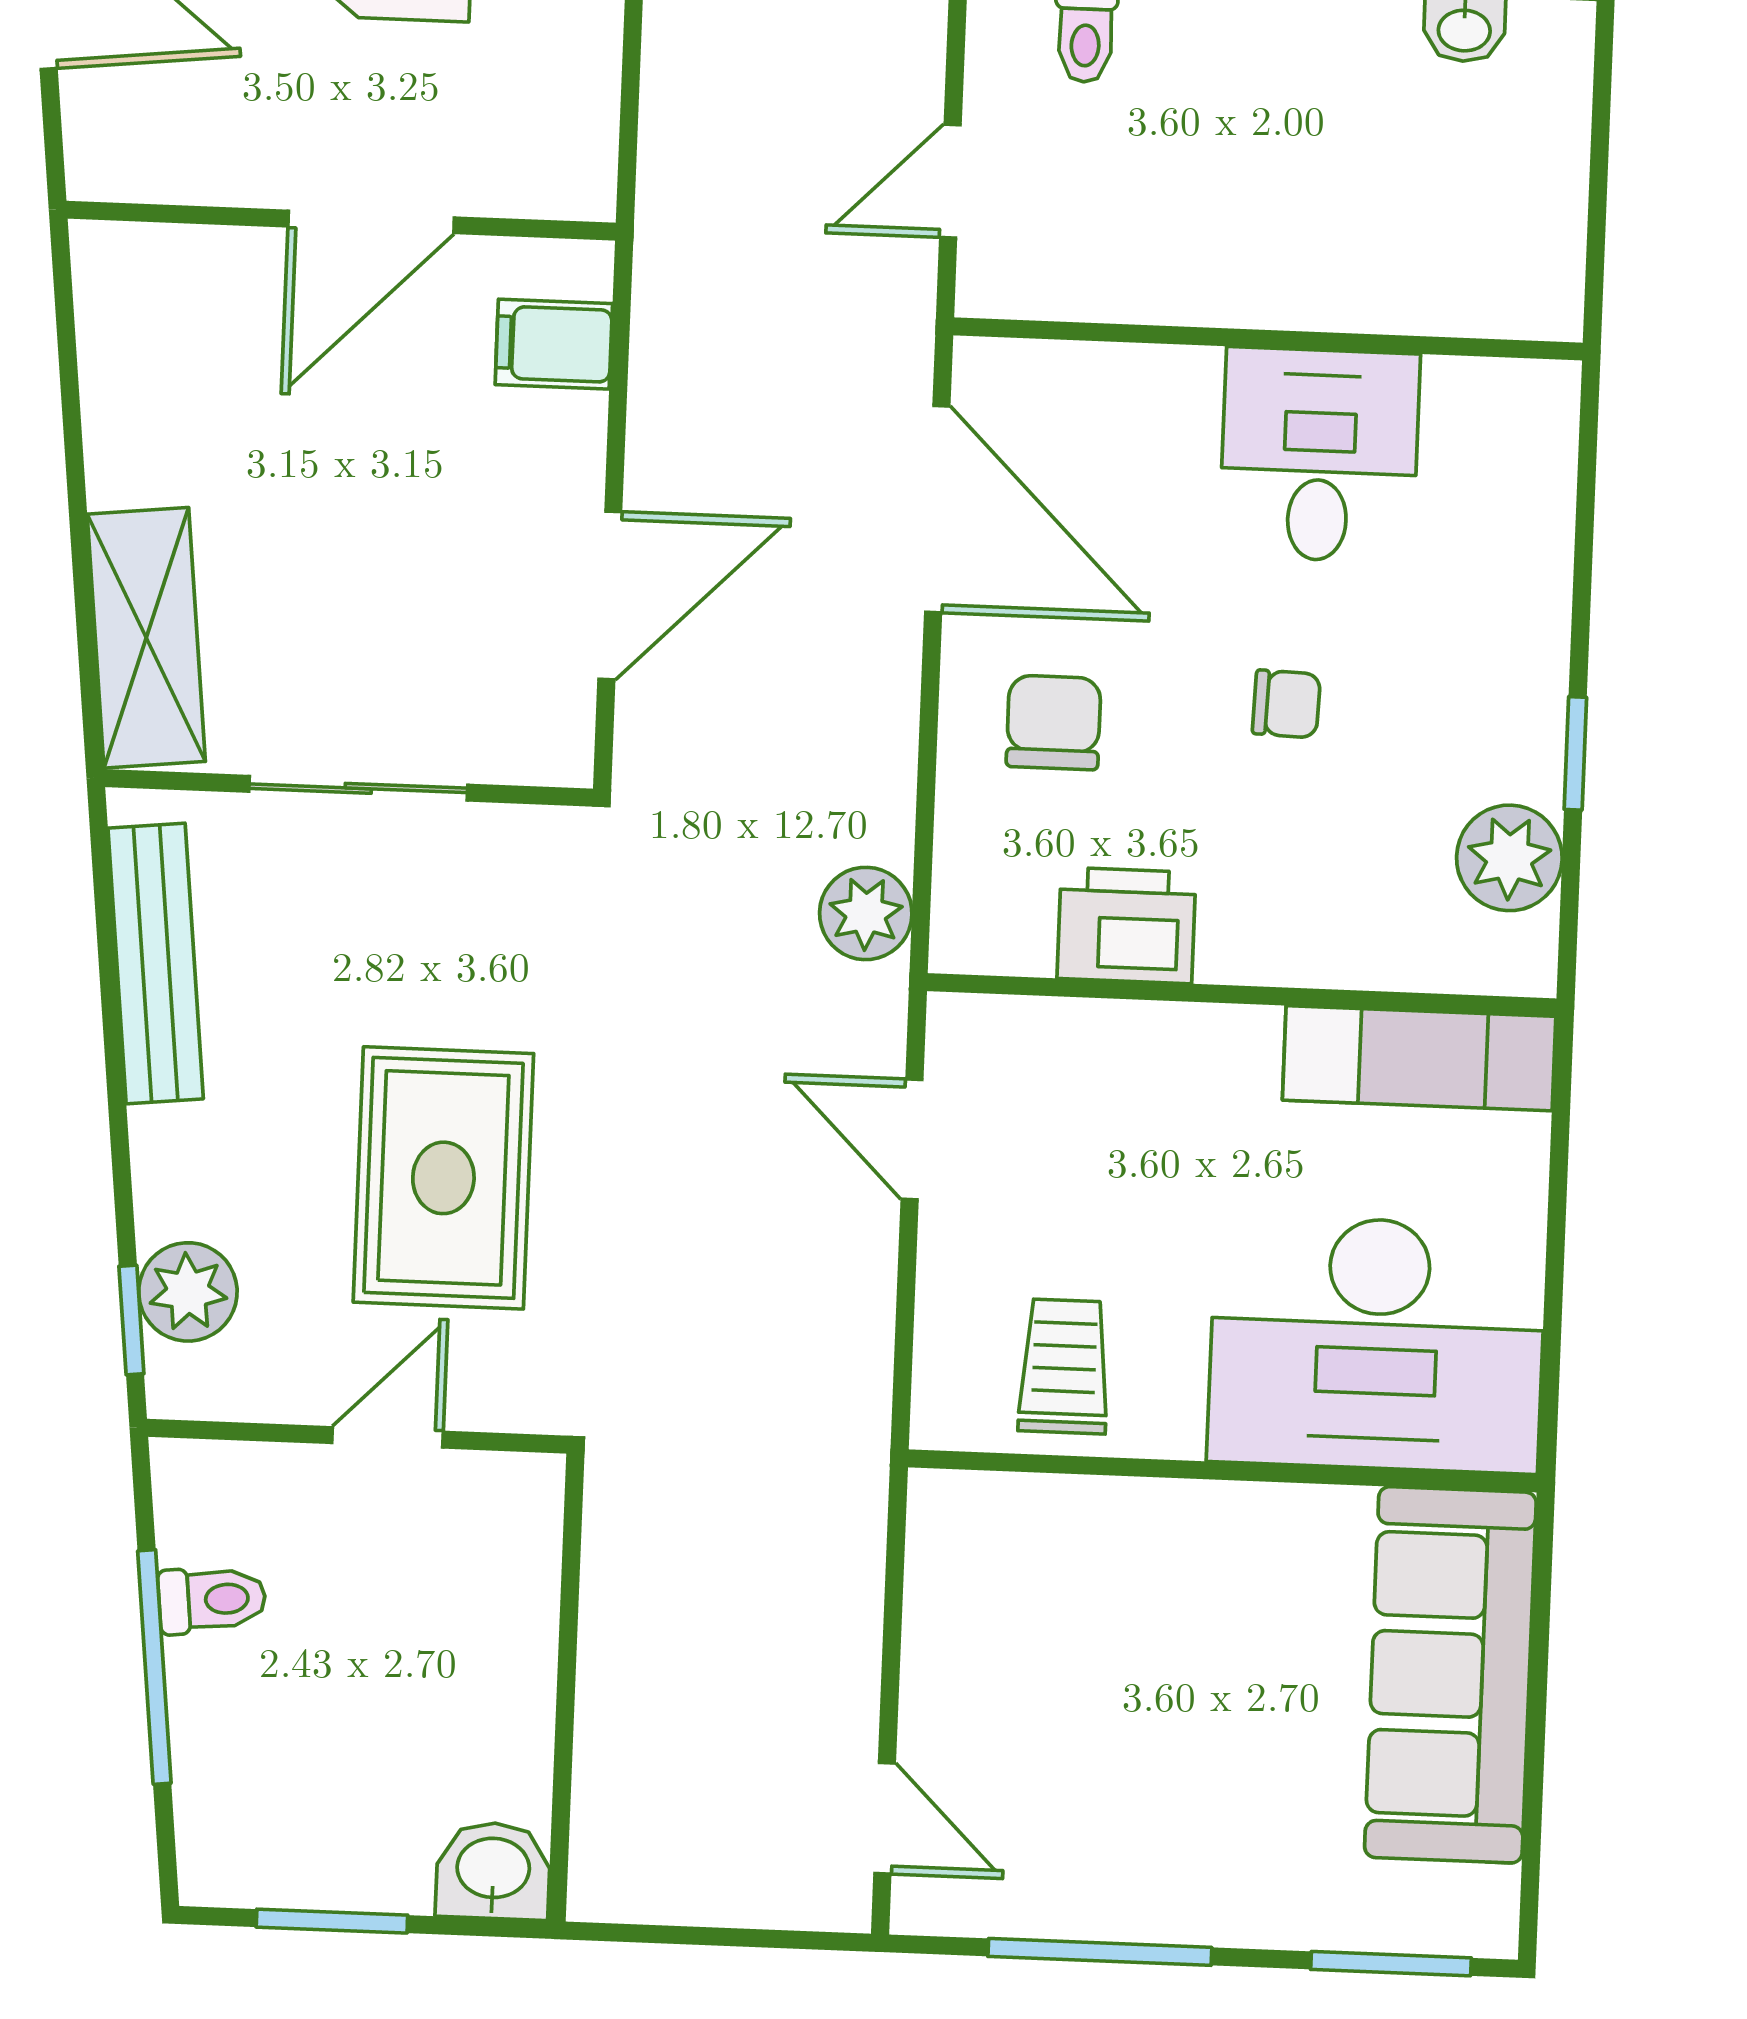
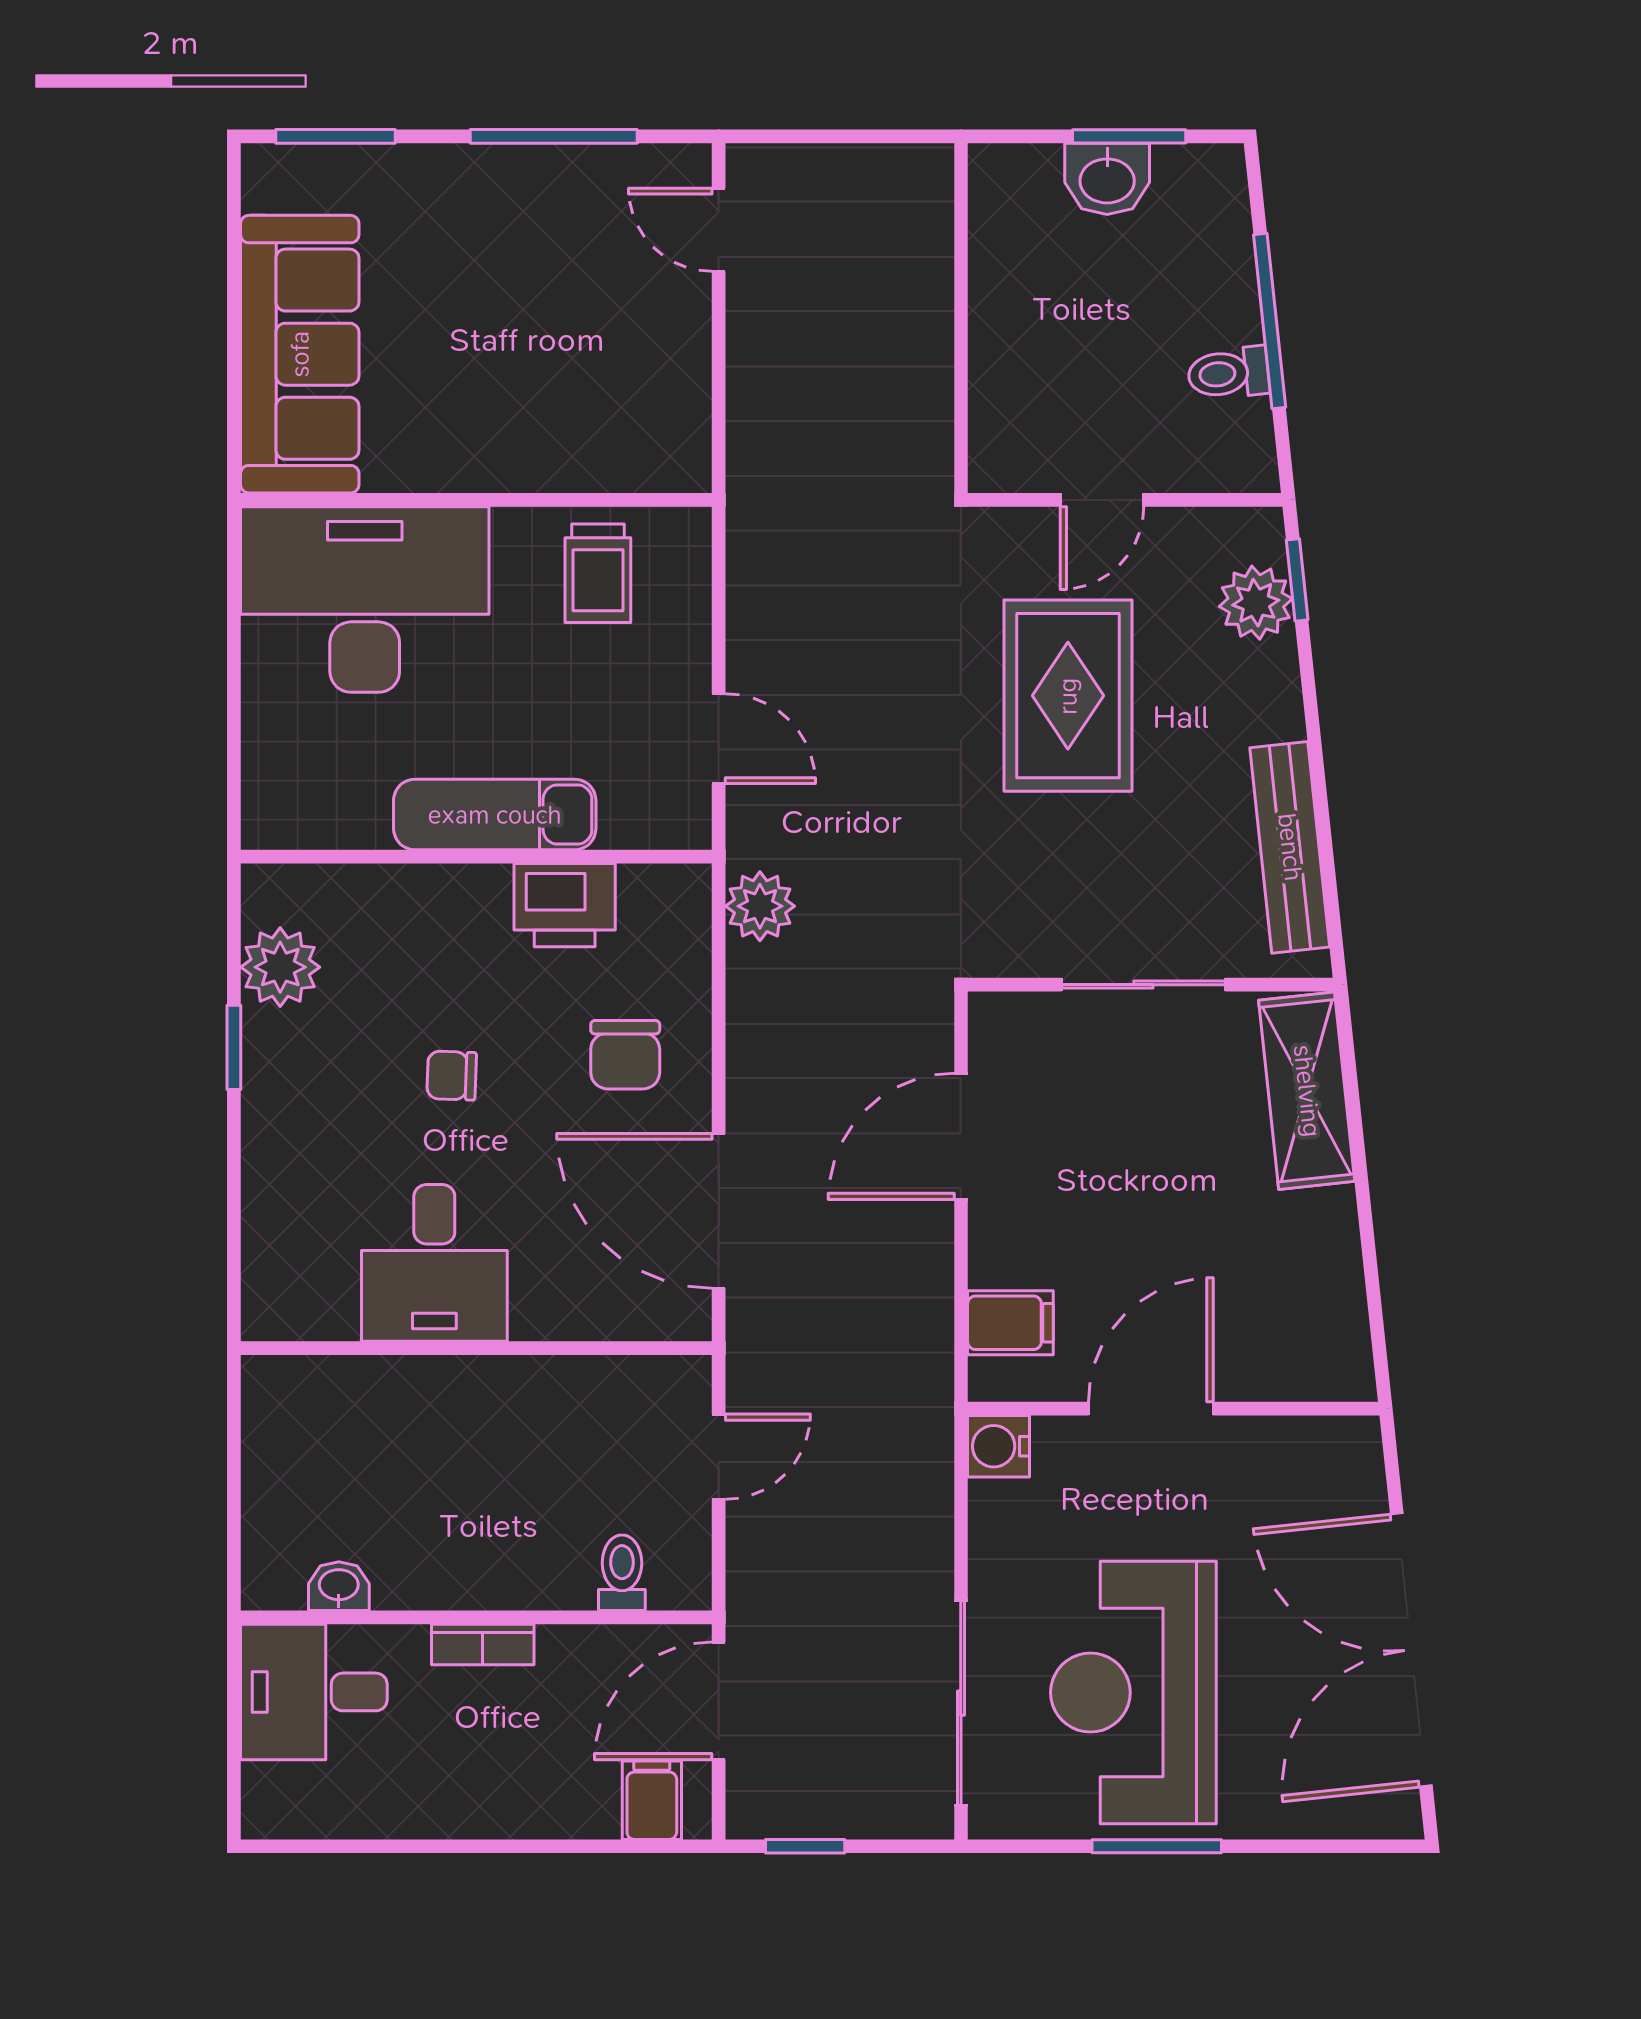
water cooler: (576, 180) -> (999, 1446), added
exam couch: (1419, 1058) -> (495, 815), moved
washbasin: (493, 1871) -> (1107, 179), moved

